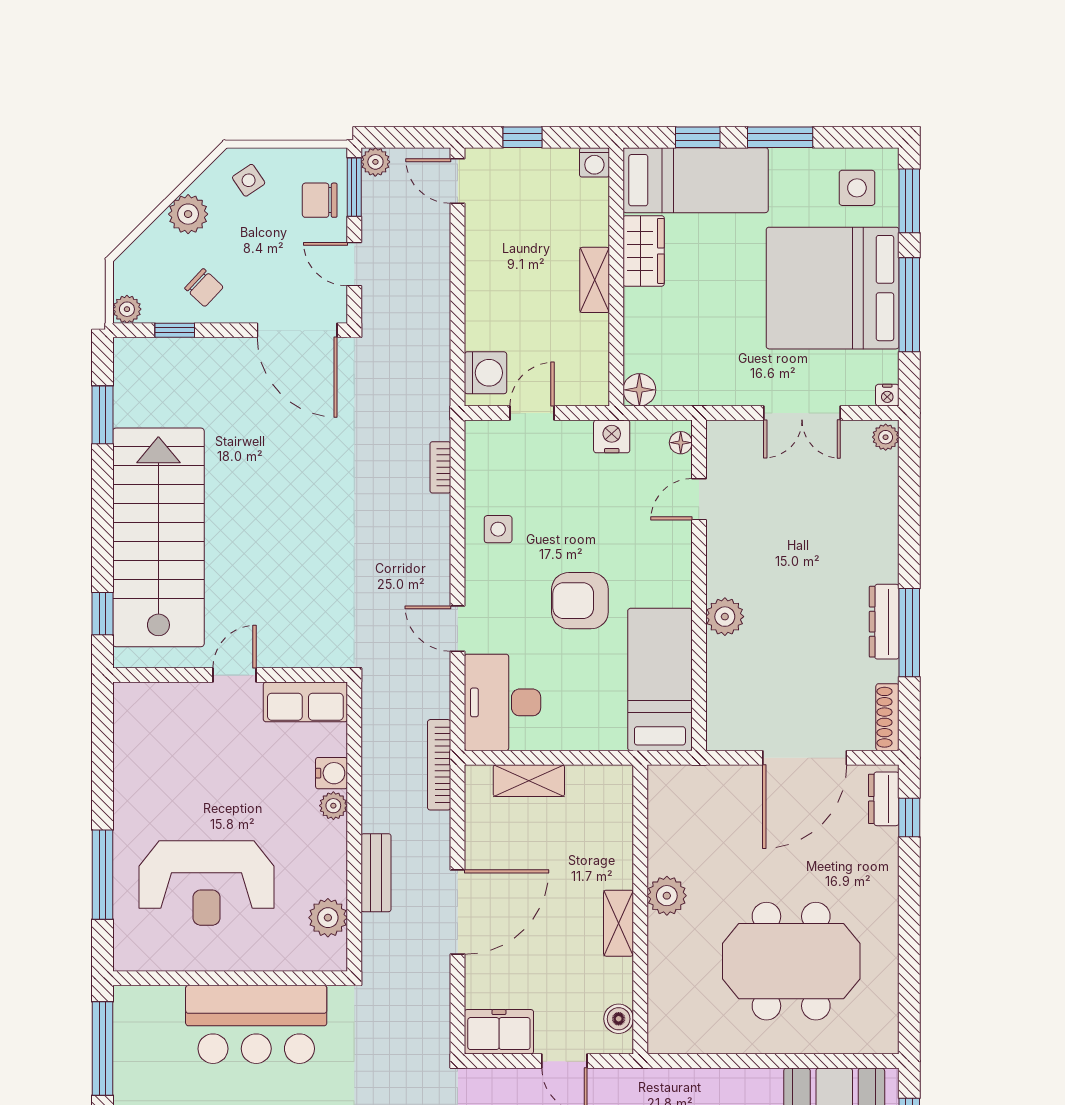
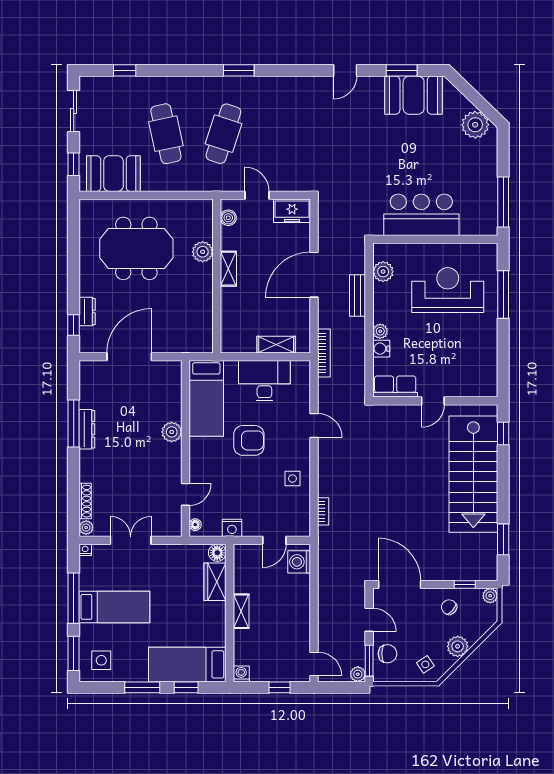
wardrobe: (644, 251) -> (215, 582), moved
bed: (833, 288) -> (114, 607), width x0.49
desk: (502, 702) -> (264, 381), moved, turned -90
shoe rack: (887, 717) -> (85, 501), moved
dresser: (884, 799) -> (87, 312), moved
plant: (667, 896) -> (203, 252), moved

